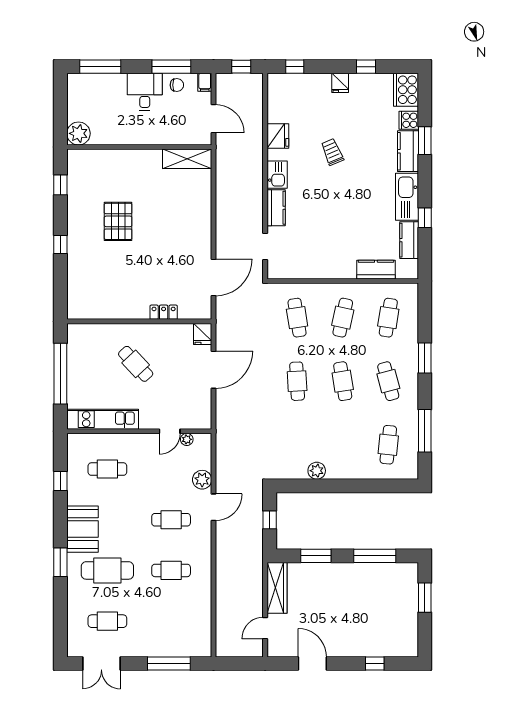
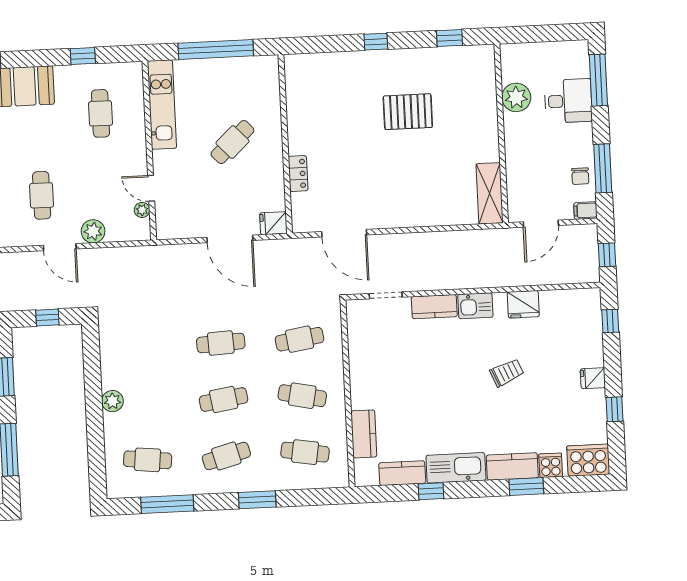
desk: (145, 92) -> (568, 101), moved
plant: (78, 133) -> (516, 97), moved
plant: (317, 471) -> (112, 401), moved

